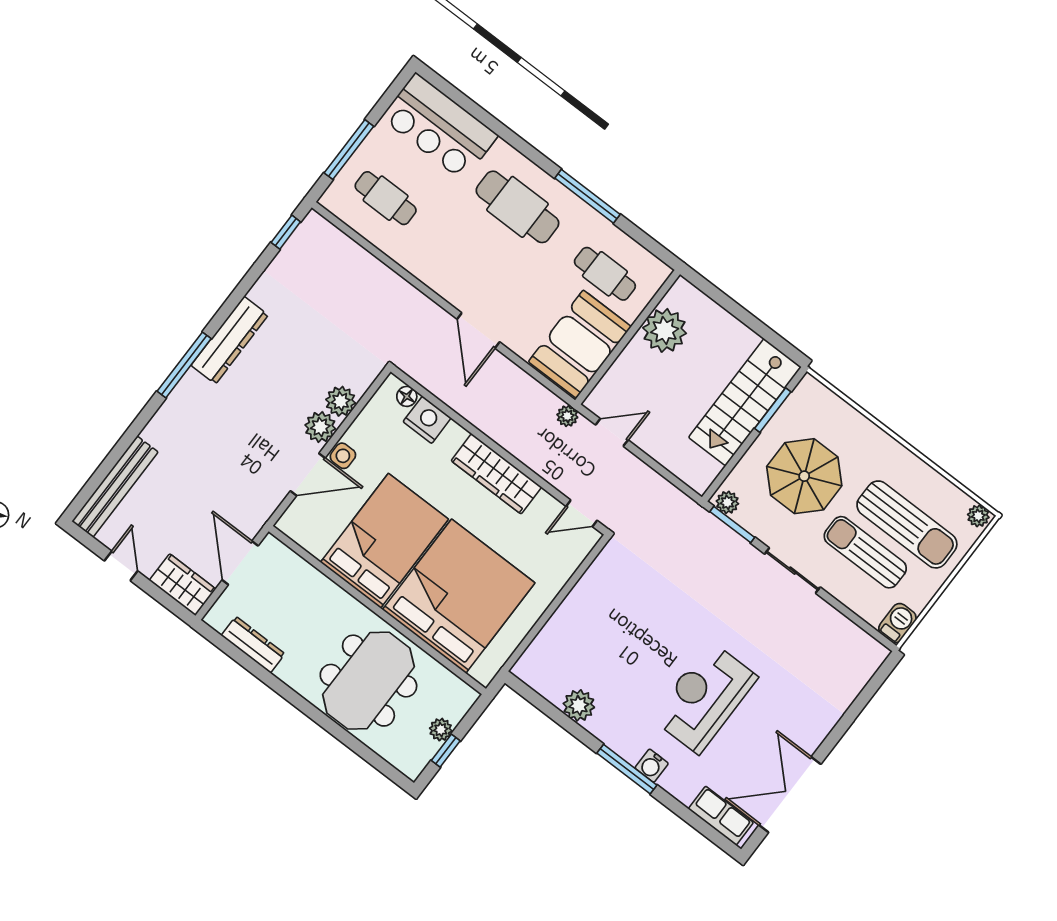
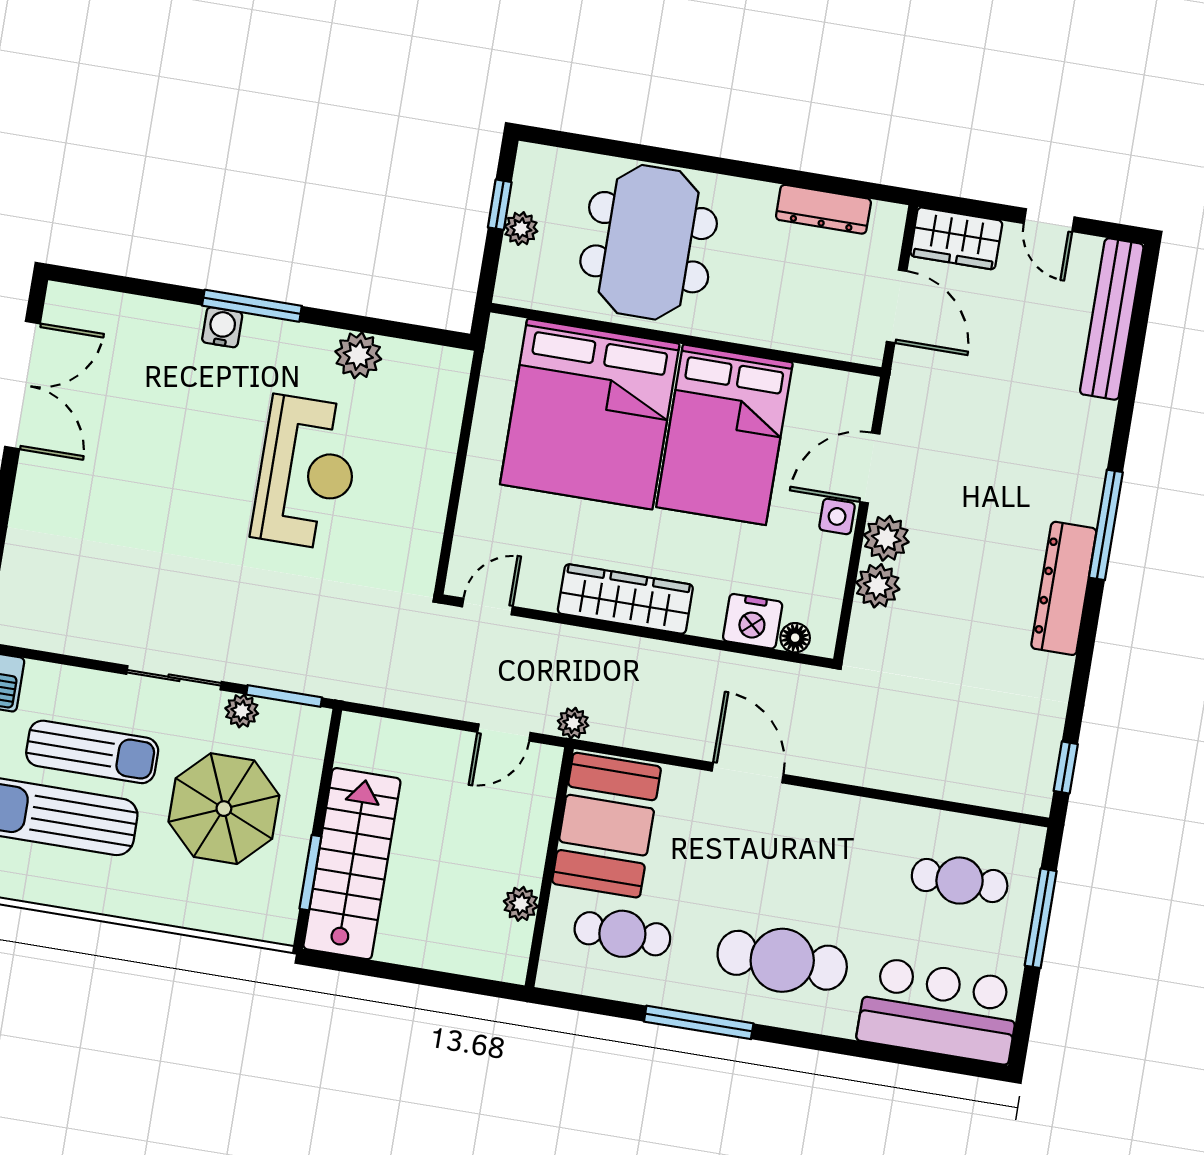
plant: (665, 330) -> (521, 904), width x0.53, depth x0.53
plant: (727, 502) -> (242, 711), moved
reception desk: (704, 698) -> (307, 473), moved
row of seats: (721, 816) -> (98, 310), removed

